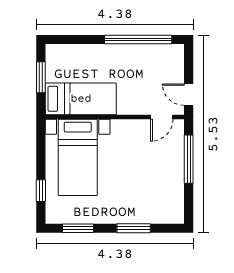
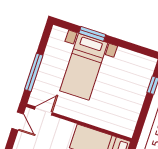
bed with nightstands: (78, 157) -> (84, 67), moved, turned 180
window: (78, 228) -> (134, 48), removed

